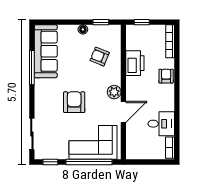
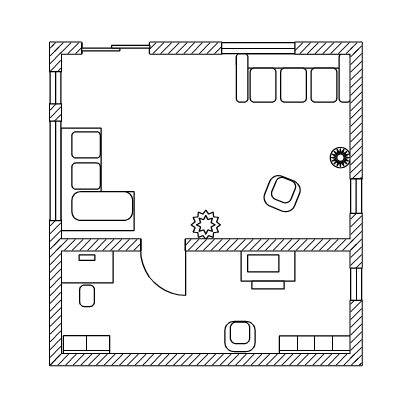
armchair: (166, 76) -> (240, 336), turned -90
armchair: (74, 102) -> (184, 139), removed
desk: (161, 124) -> (87, 278), moved, turned 180

